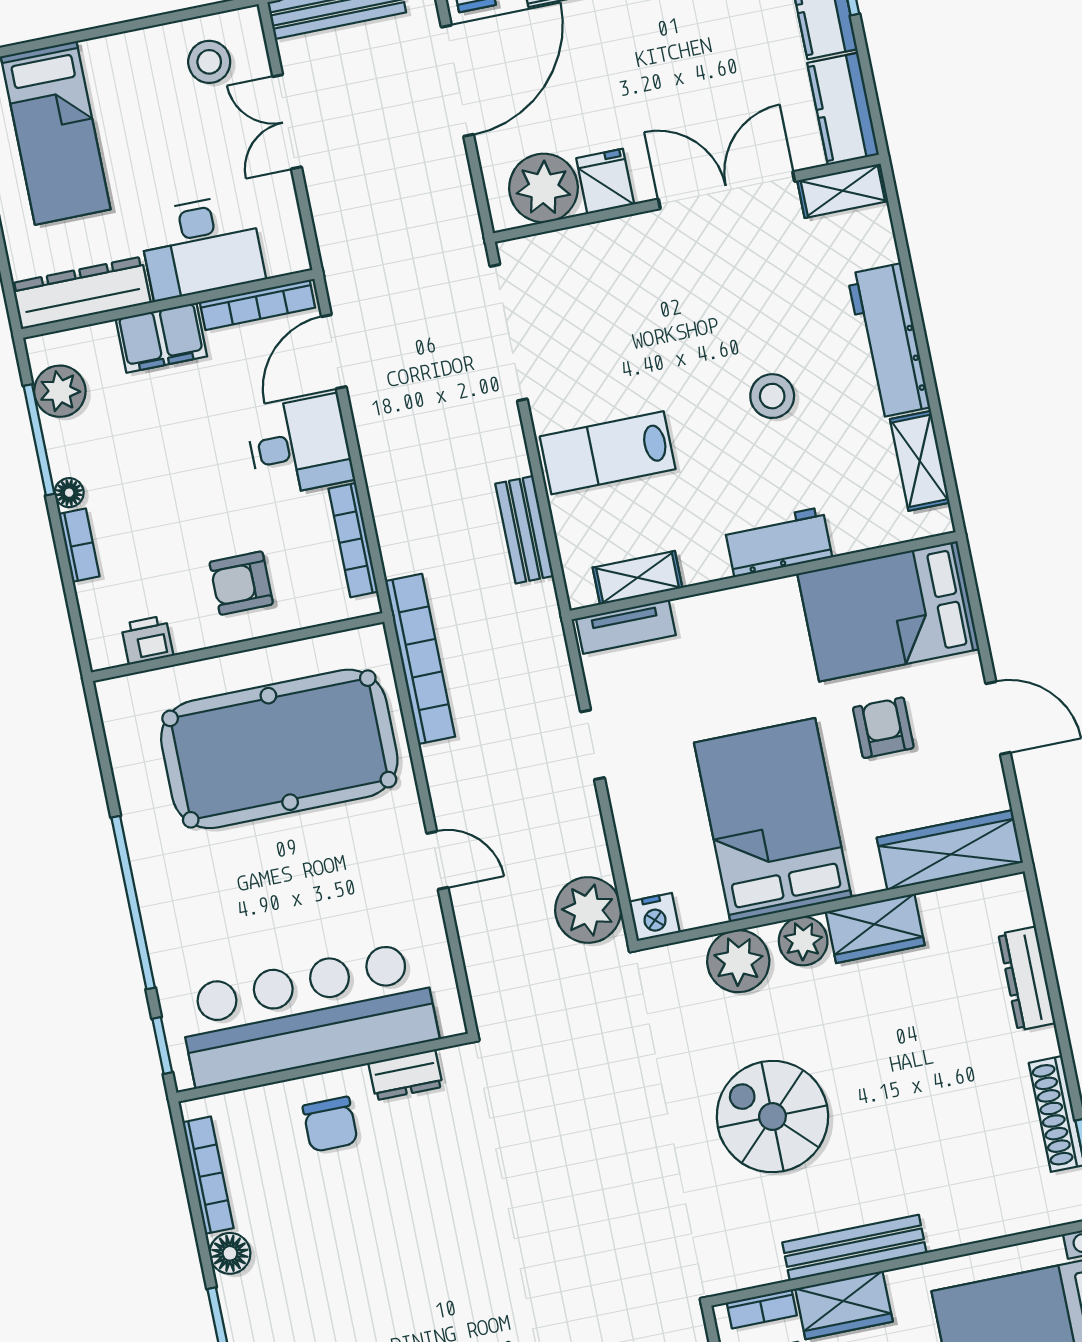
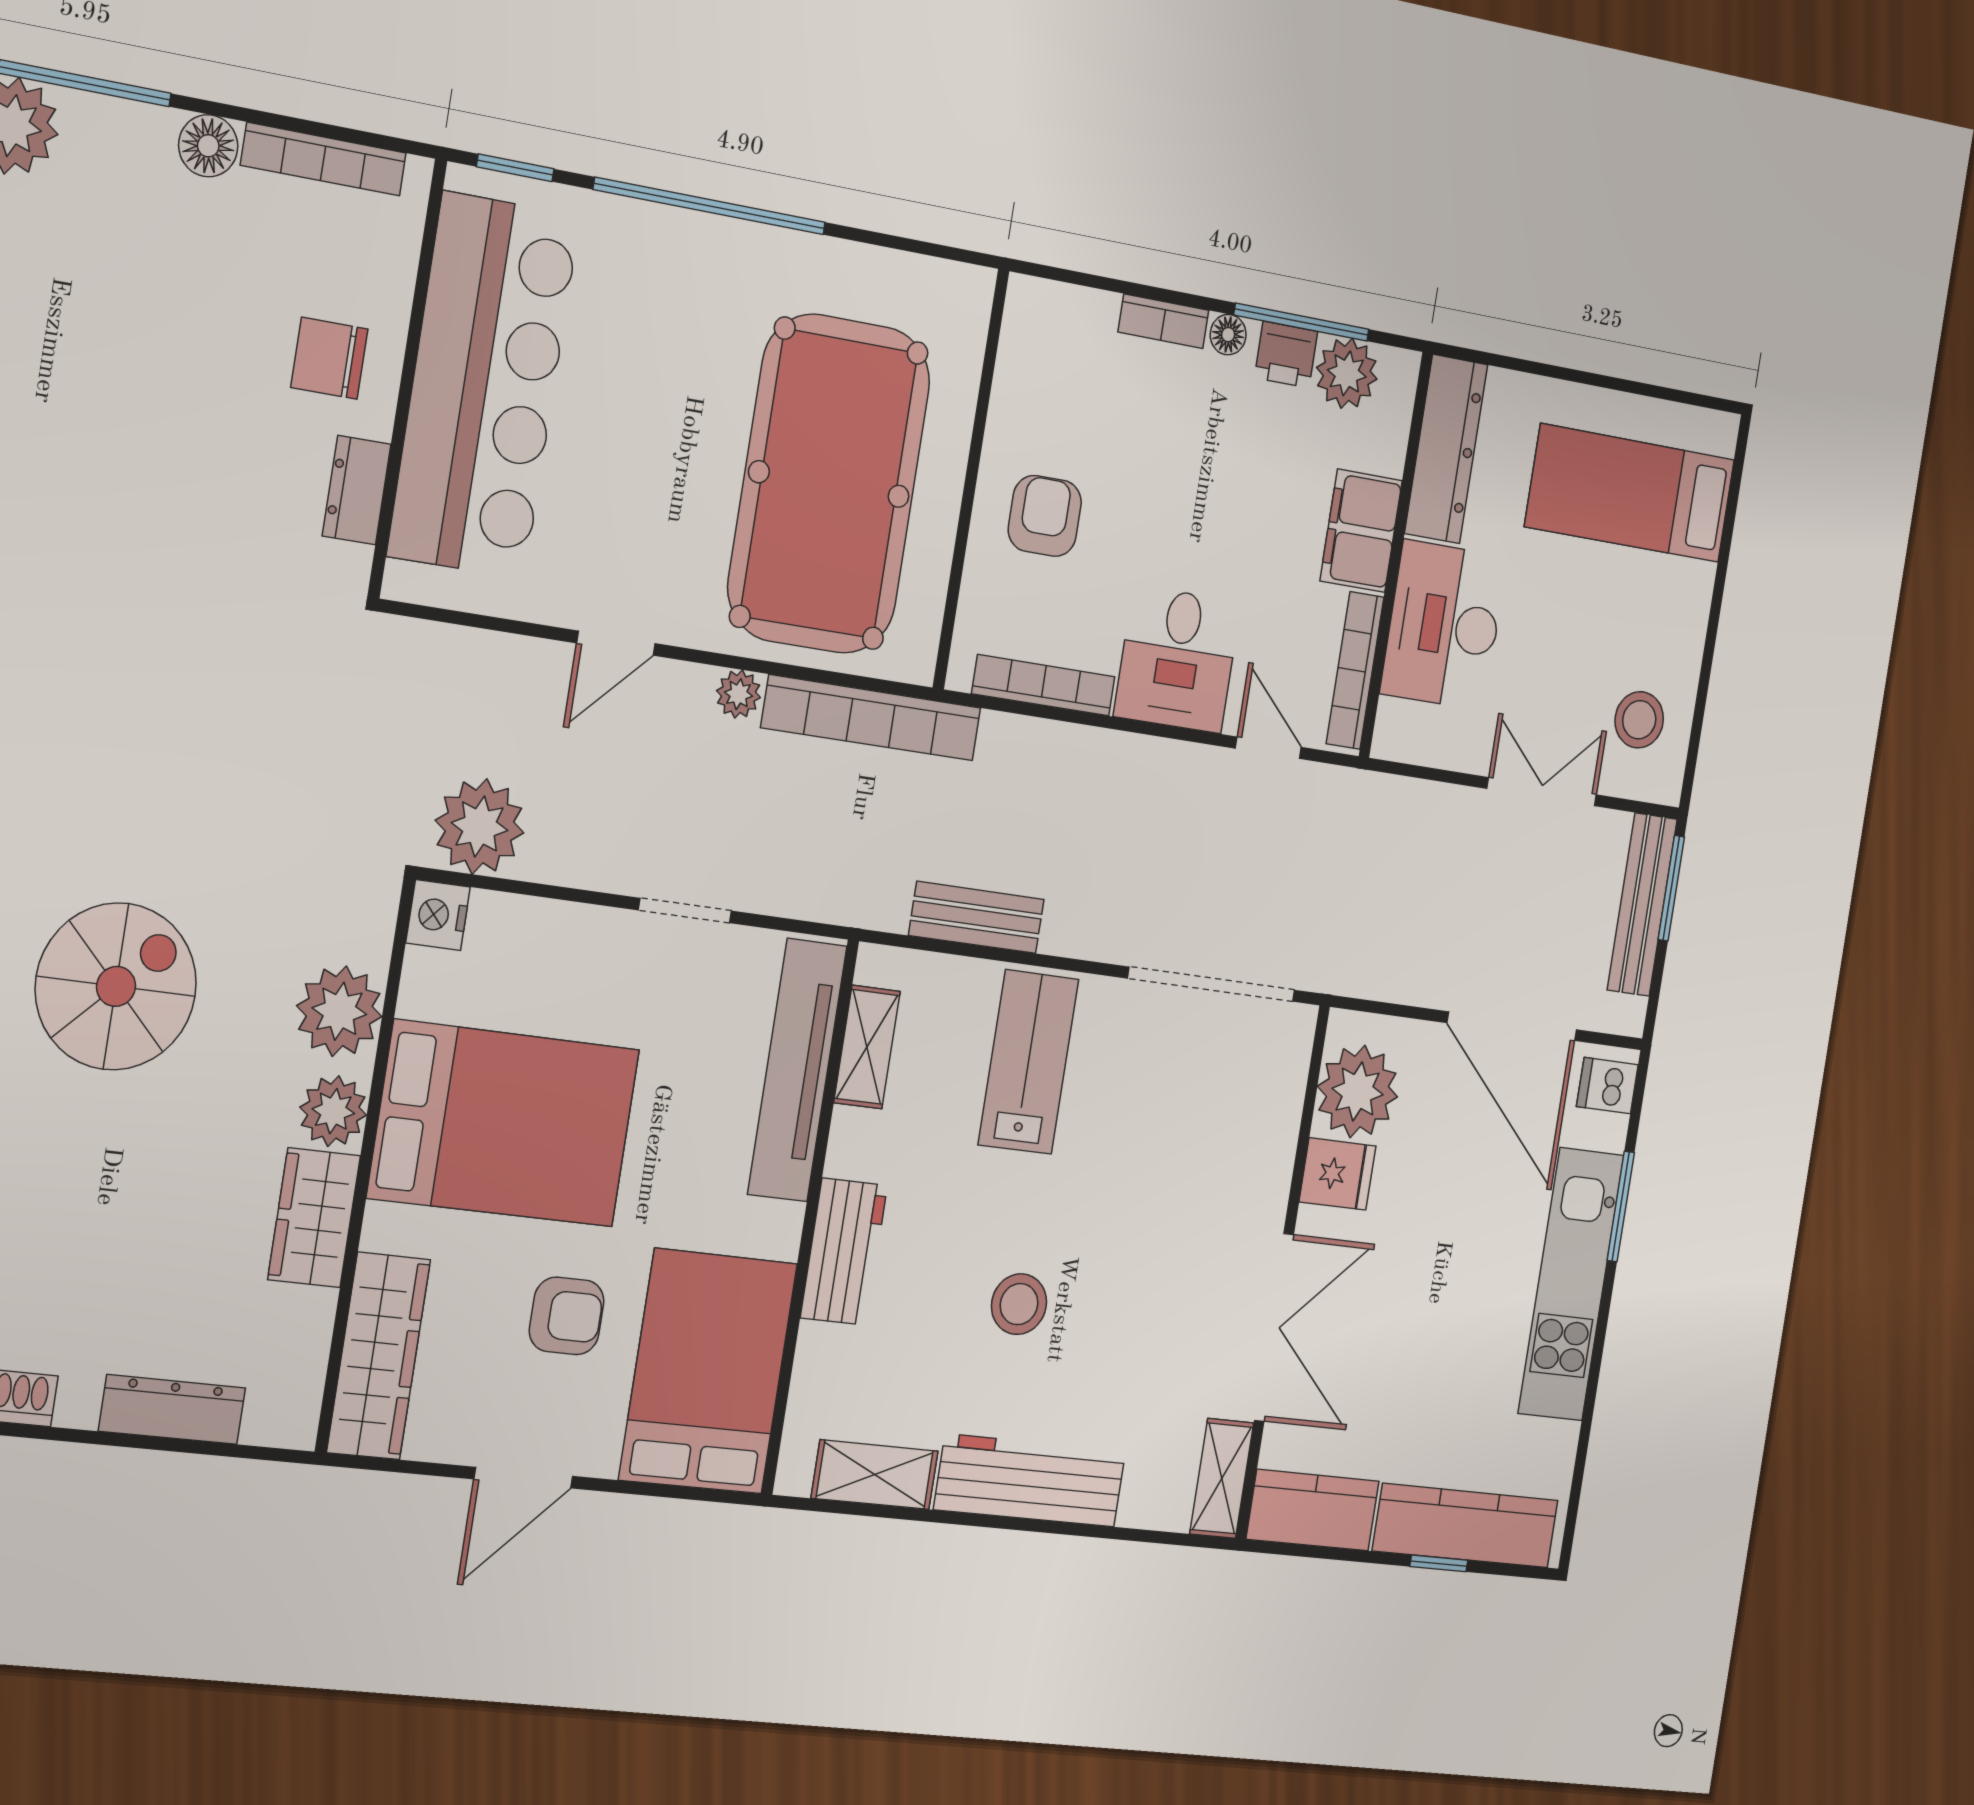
door: (334, 352) -> (1268, 748), width x0.73
tv unit: (626, 627) -> (797, 1070), width x1.92, depth x1.29
printer: (147, 640) -> (1286, 355), moved, turned 90
plant: (439, 761) -> (739, 694), added

